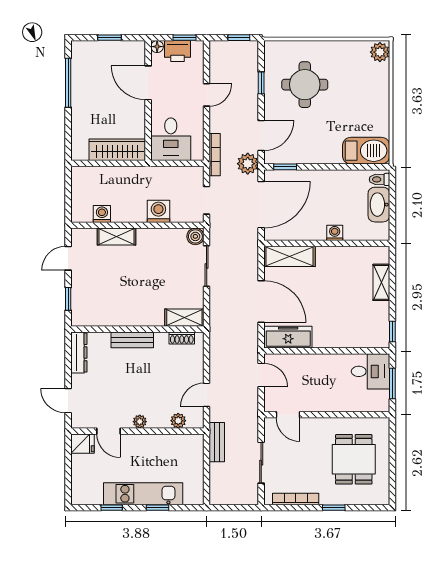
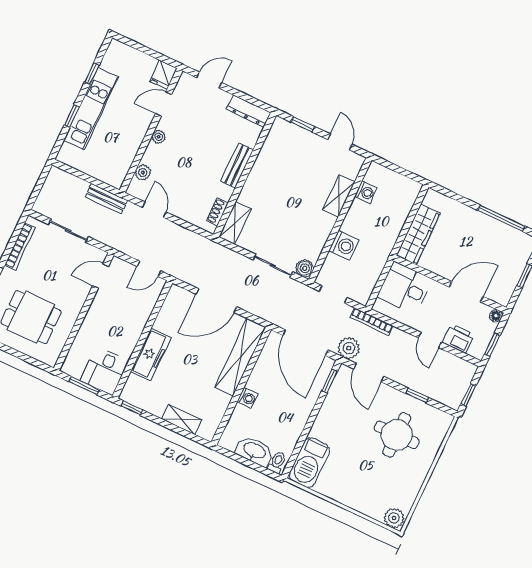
printer: (178, 51) -> (459, 339), moved, turned 90
shelving: (290, 256) -> (240, 357), width x1.47
freezer: (288, 337) -> (151, 355), moved

